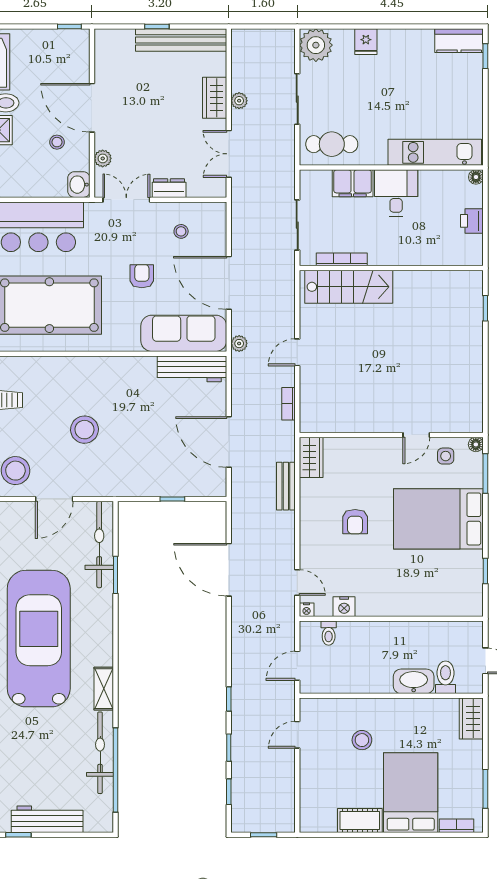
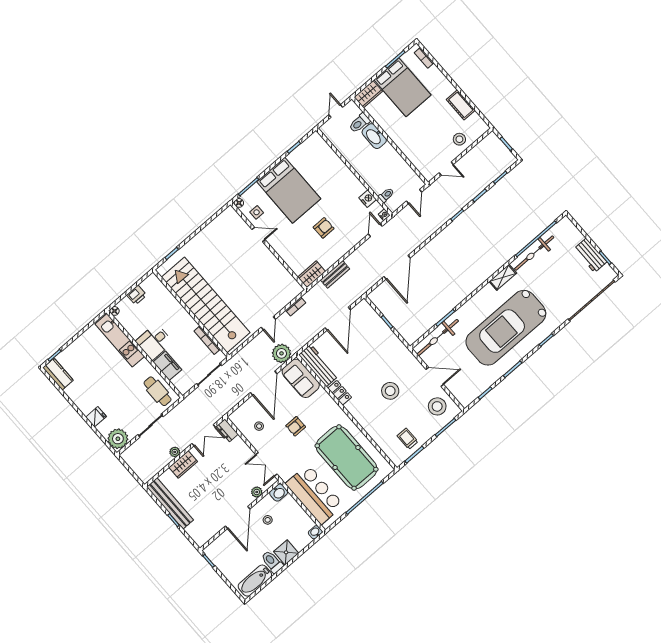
dresser: (169, 188) -> (227, 430), moved
stairs: (349, 287) -> (206, 305), width x1.86, depth x1.51
sofa: (184, 333) -> (301, 378), width x0.73
plant: (239, 344) -> (281, 353), width x1.87, depth x1.87
door: (297, 352) -> (268, 323), hinge flipped
locker: (136, 366) -> (340, 393), added
door: (297, 666) -> (414, 197), hinge flipped
stool: (362, 740) -> (459, 139), moved
bed: (411, 793) -> (402, 87), moved, turned -90
workbench: (47, 819) -> (590, 255), width x0.73

